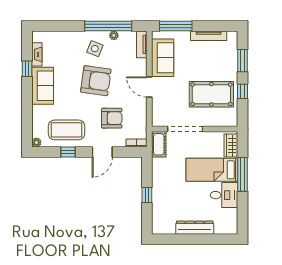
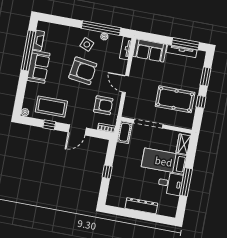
window: (176, 26) -> (185, 44), moved
sofa: (163, 58) -> (150, 50), moved, turned 90
window: (27, 69) -> (28, 51), width x3.17
armchair: (112, 118) -> (103, 105), moved
window: (243, 174) -> (186, 182), moved

